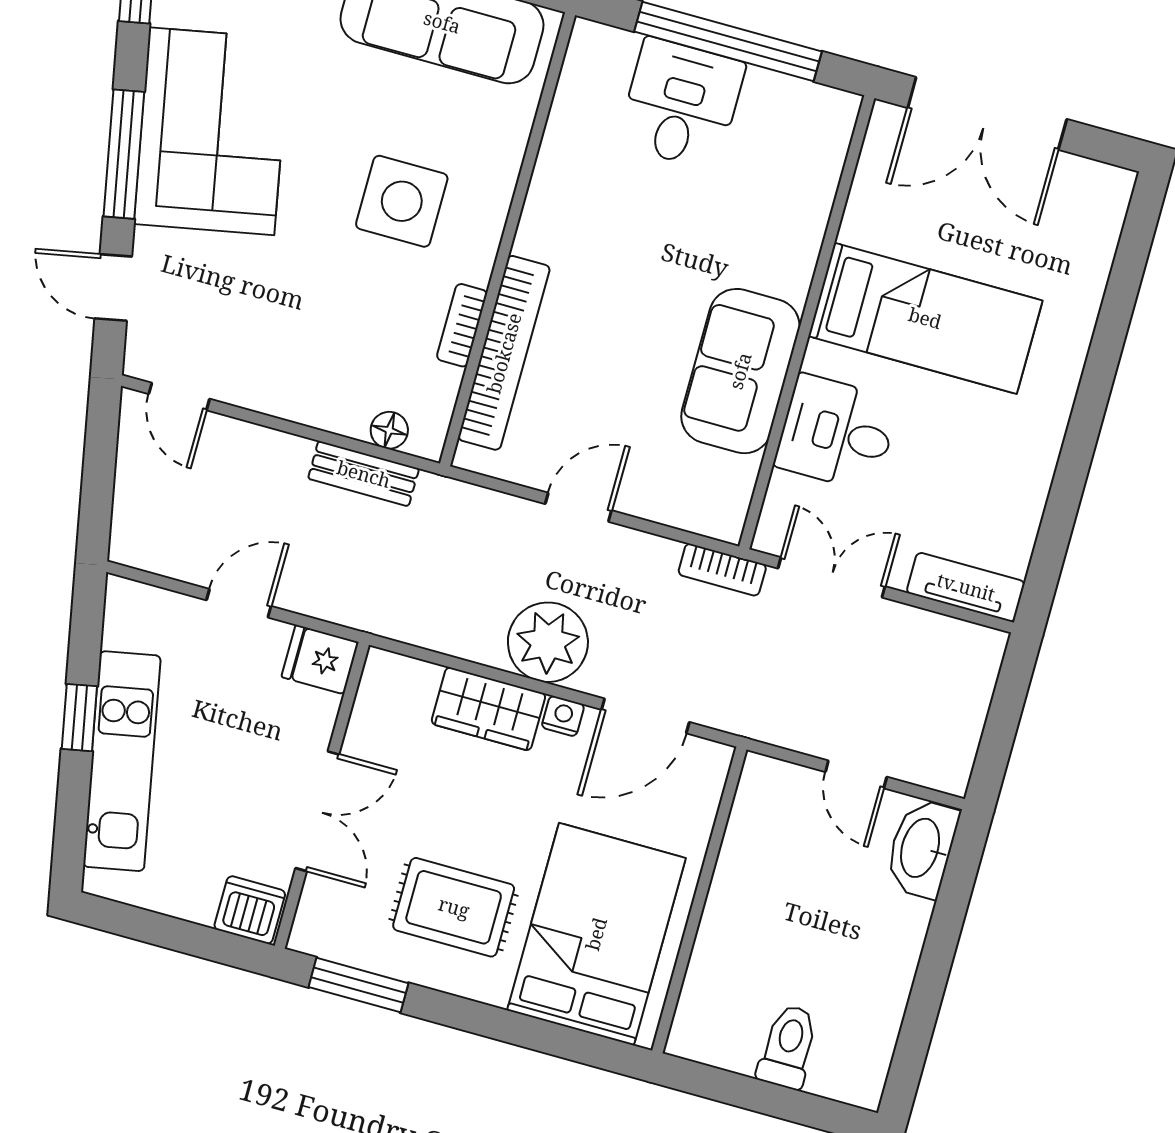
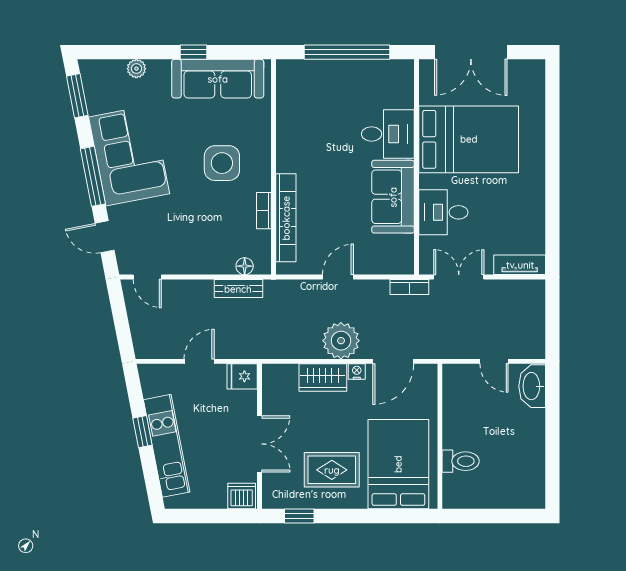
desk: (681, 104) -> (388, 134), moved, turned 90
bed: (925, 318) -> (469, 139), width x1.50
window: (359, 985) -> (299, 516), width x0.67
toilet: (788, 1047) -> (461, 461), moved, turned 90

